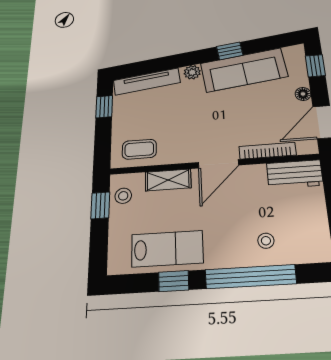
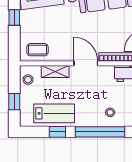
door: (218, 164) -> (86, 63), swing flipped
window: (100, 205) -> (14, 102), moved

